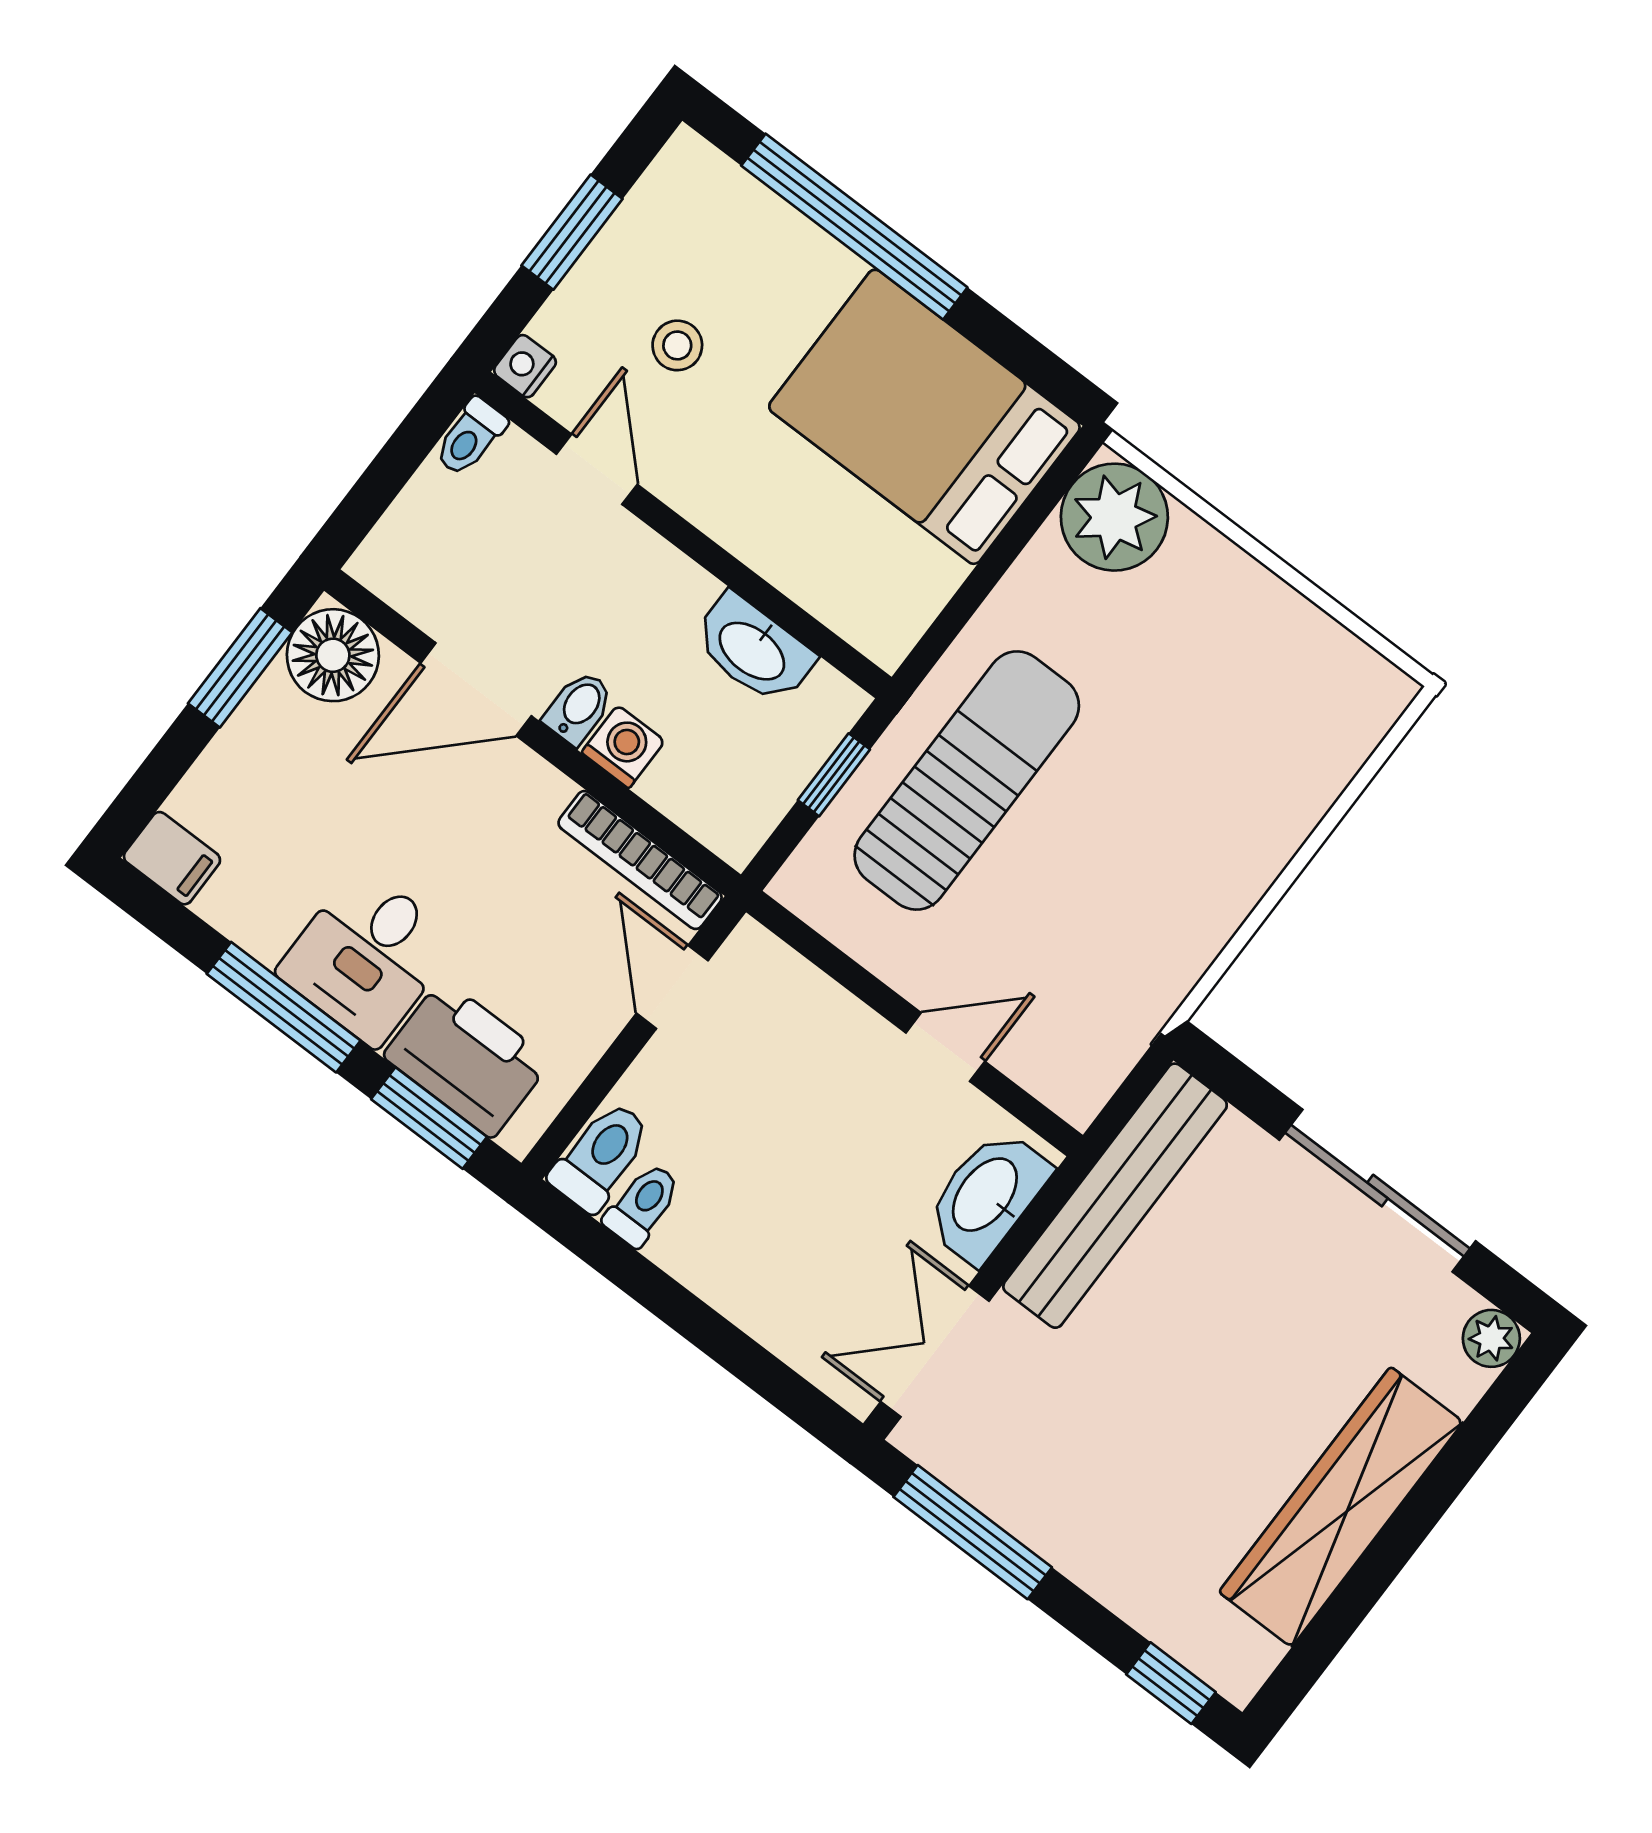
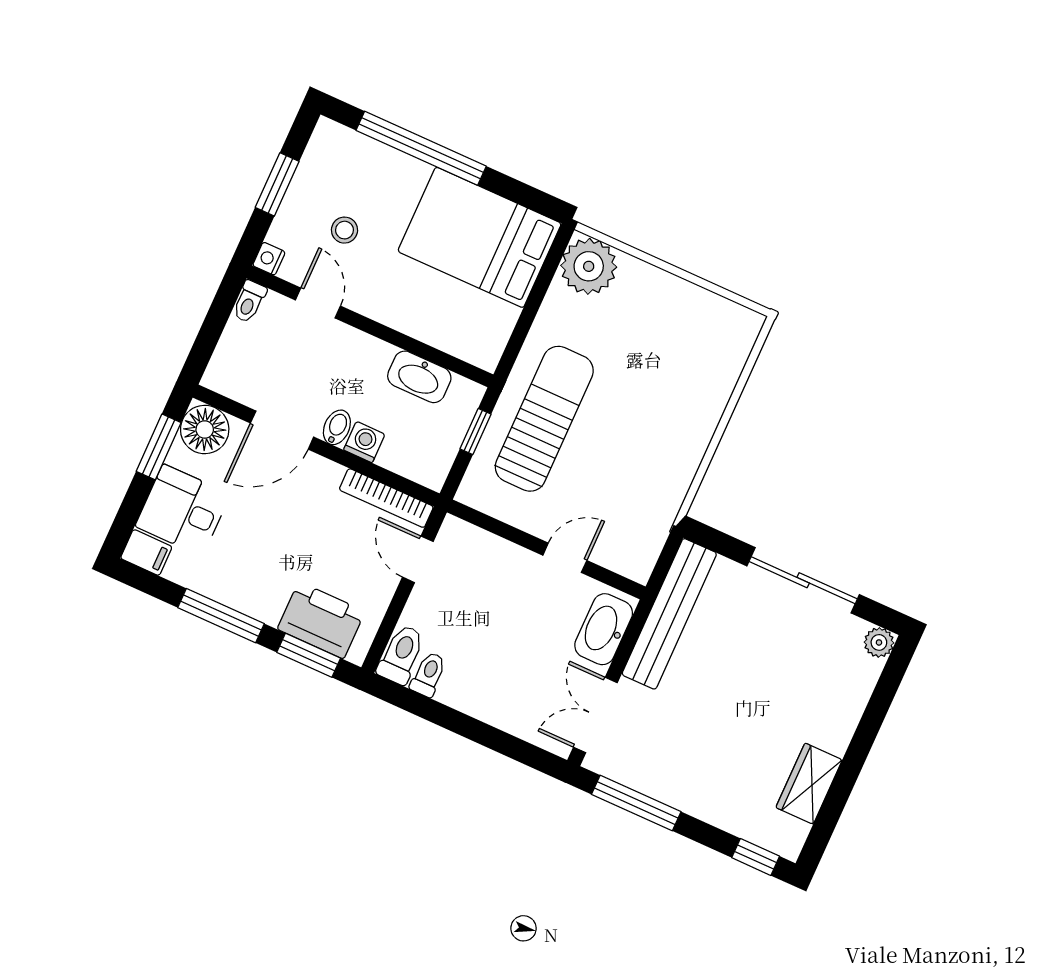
desk: (367, 956) -> (183, 510), moved, turned 90
wardrobe: (1341, 1507) -> (809, 784), width x0.48, depth x0.85

